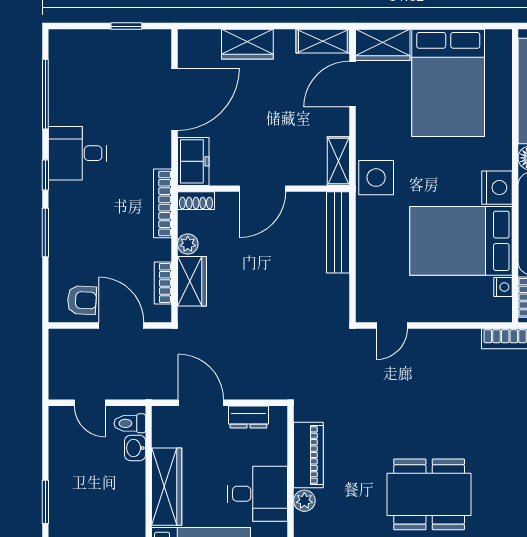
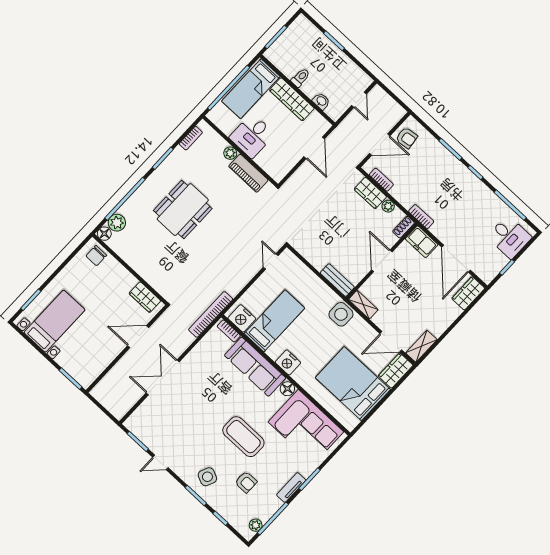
wardrobe: (247, 44) -> (468, 293), moved
door: (353, 84) -> (391, 342), swing flipped
desk: (77, 153) -> (509, 237), moved, turned 90
bookcase: (163, 203) -> (421, 217), width x0.64
bench: (338, 232) -> (337, 280), width x0.73
bed: (461, 241) -> (274, 321), width x0.67
nightstand: (503, 287) -> (242, 318), width x1.89, depth x1.79
armchair: (82, 300) -> (407, 138), turned -100
door: (90, 403) -> (359, 100), swing flipped
door: (201, 403) -> (314, 148), hinge flipped
dresser: (248, 417) -> (289, 163), removed
toilet: (130, 423) -> (301, 78), moved

